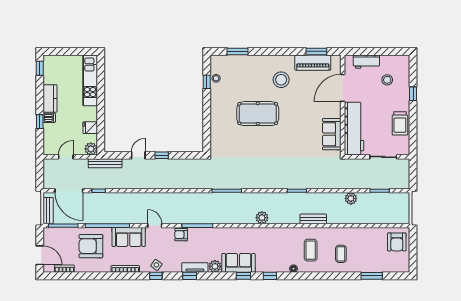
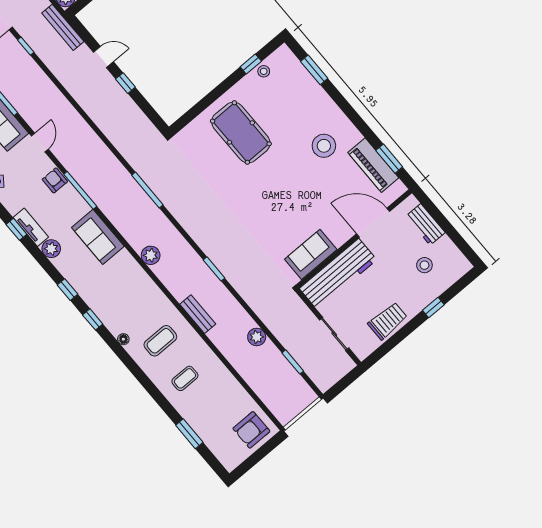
pool table: (258, 114) -> (241, 132), moved
trolley: (400, 123) -> (388, 321), turned 180
sofa: (239, 263) -> (98, 237), moved, turned 180

